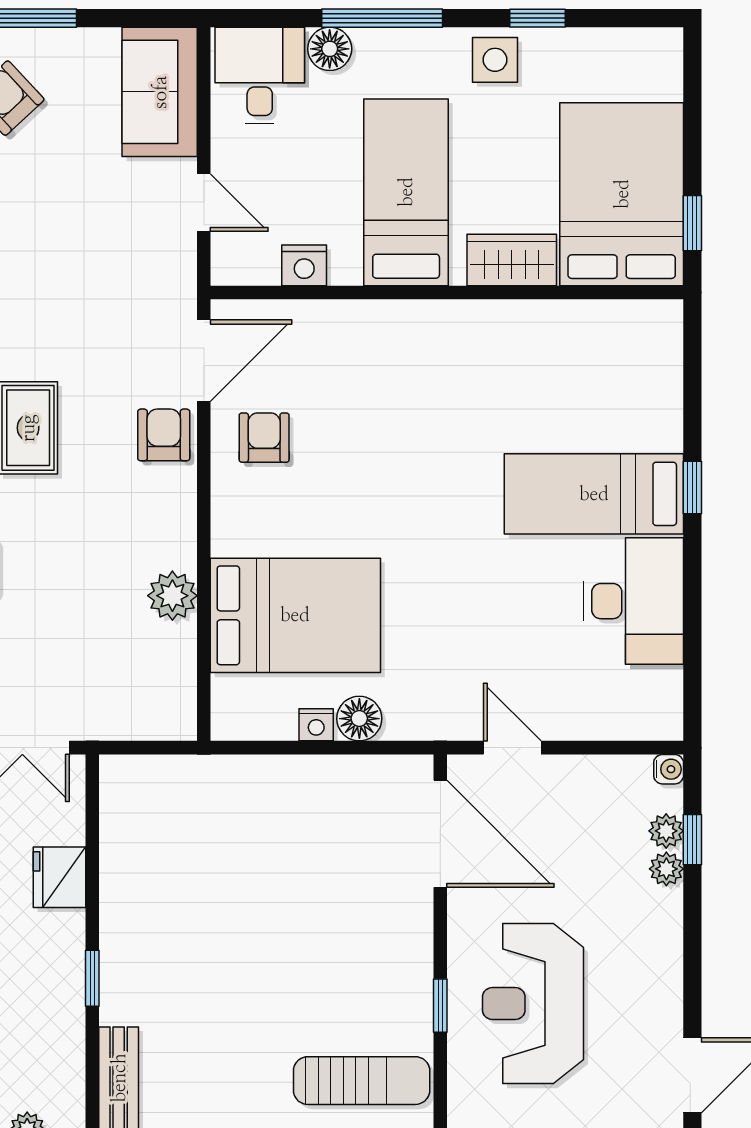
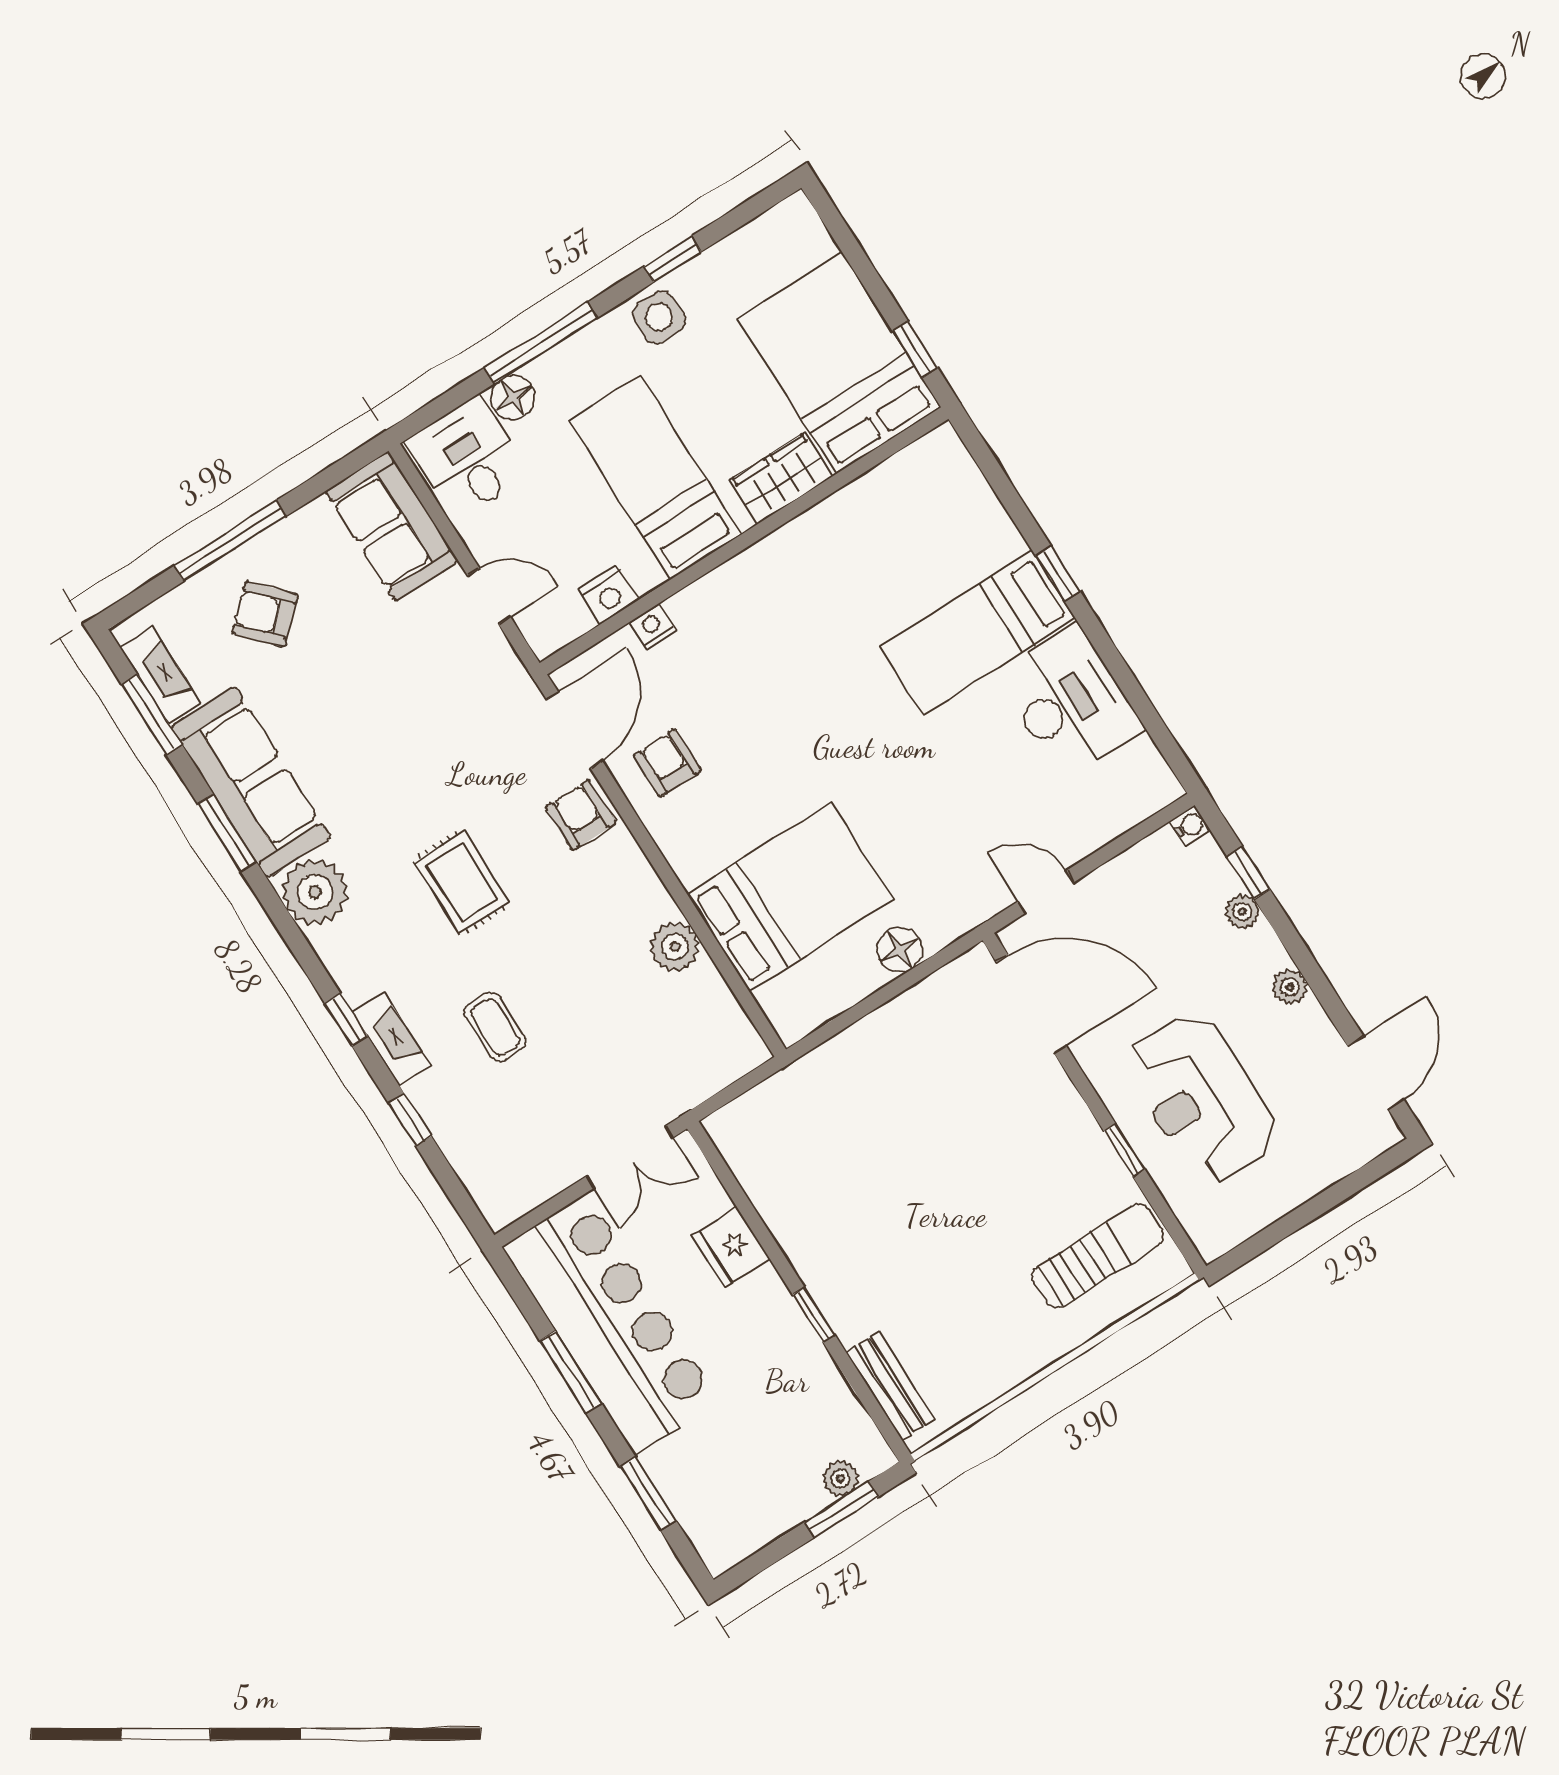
nightstand: (316, 725) -> (653, 626), moved, turned 180
plant: (666, 831) -> (1290, 987), moved

